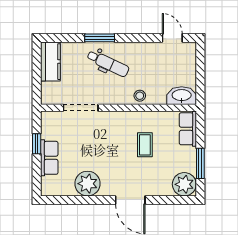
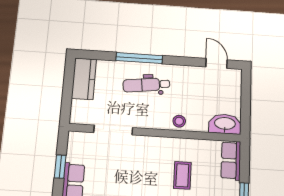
window: (100, 38) -> (139, 58), width x1.44
dental chair: (108, 63) -> (146, 85), turned 148

